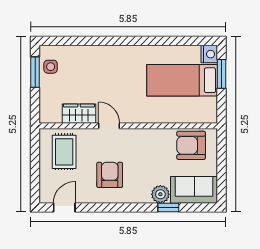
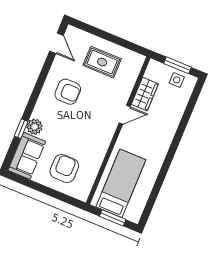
nightstand: (209, 54) -> (133, 214), removed
wardrobe: (79, 114) -> (145, 94), moved
door: (109, 126) -> (125, 115), moved
wall: (128, 126) -> (118, 130), moved

